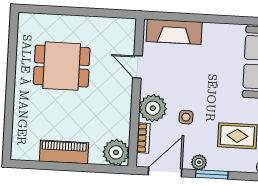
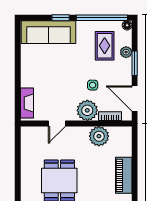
fireplace: (174, 32) -> (27, 103), width x0.73, depth x0.76
plant: (116, 152) -> (99, 136), moved
plant: (199, 162) -> (126, 52), moved

